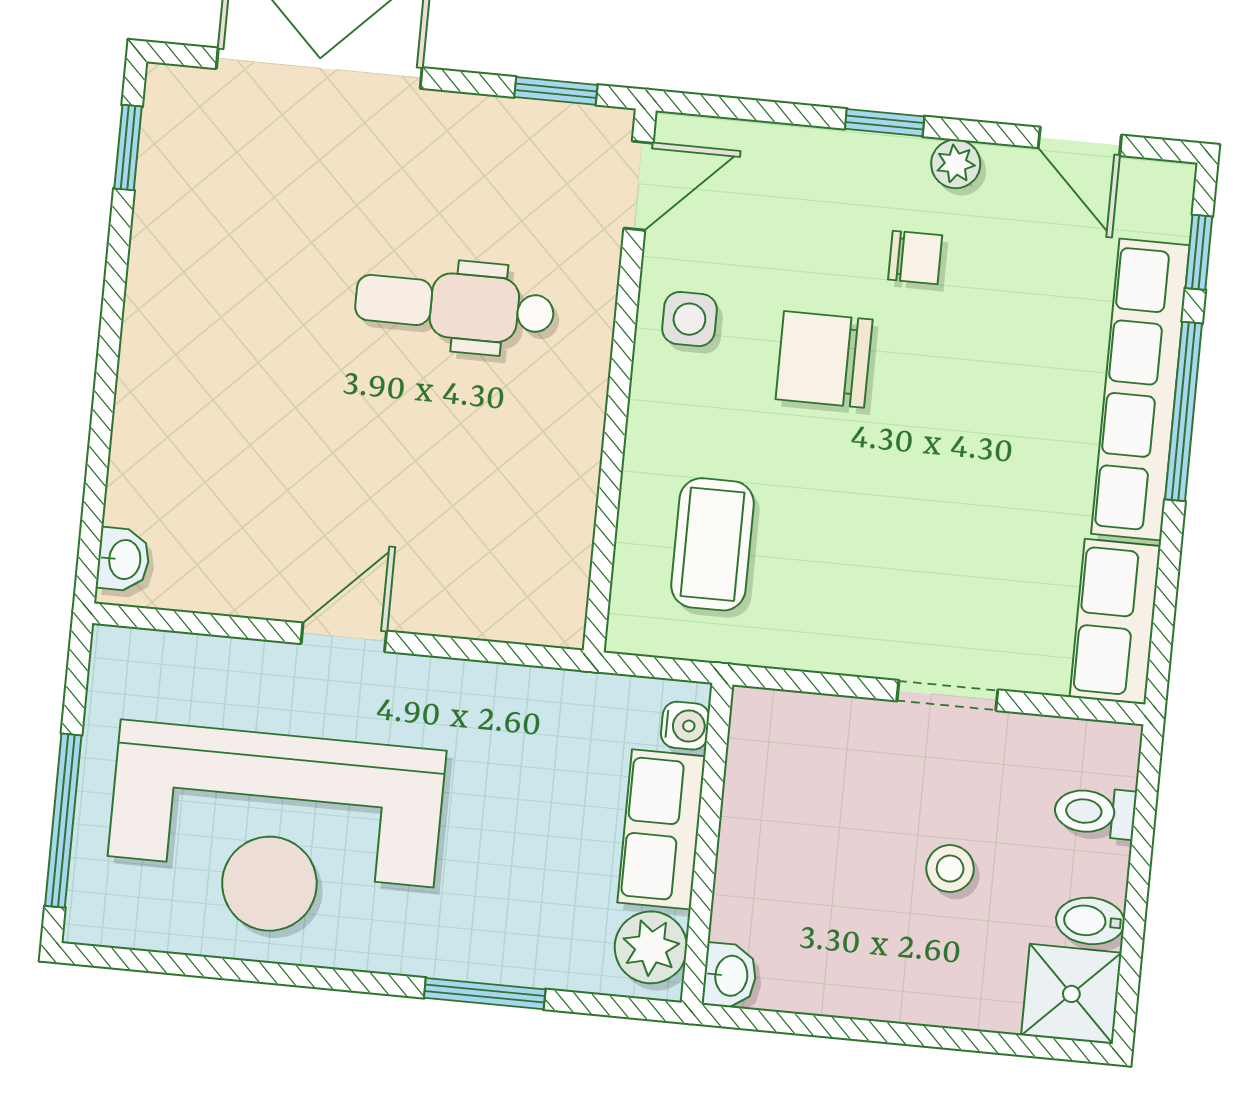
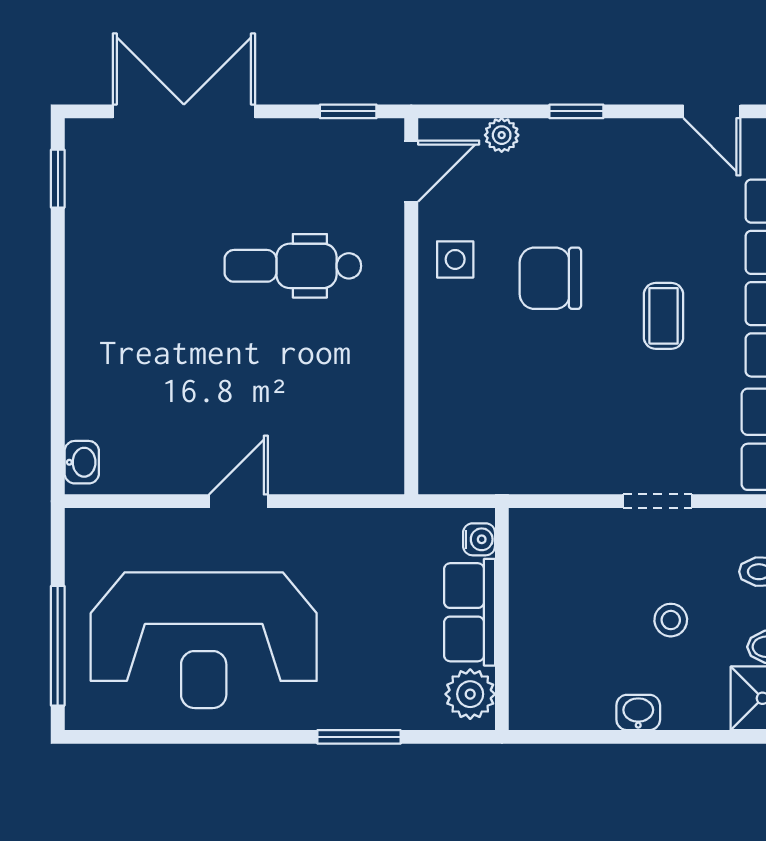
plant: (956, 164) -> (502, 135), moved
chair: (915, 257) -> (606, 202), removed
coffee table: (712, 544) -> (663, 316), moved, width x0.73, depth x0.77
washbasin: (730, 976) -> (638, 712), moved, turned -90

